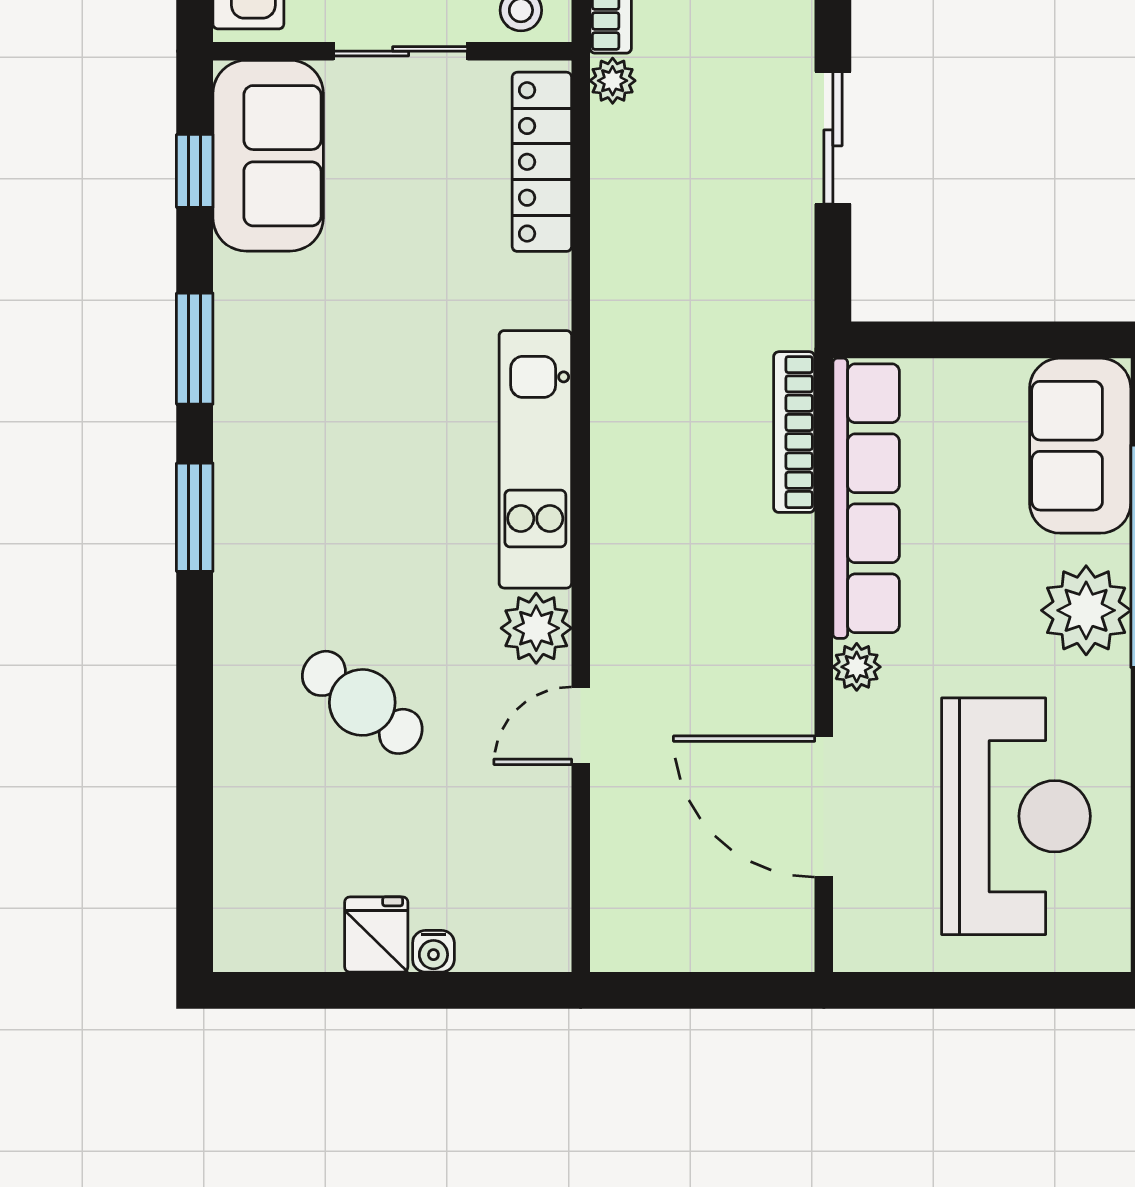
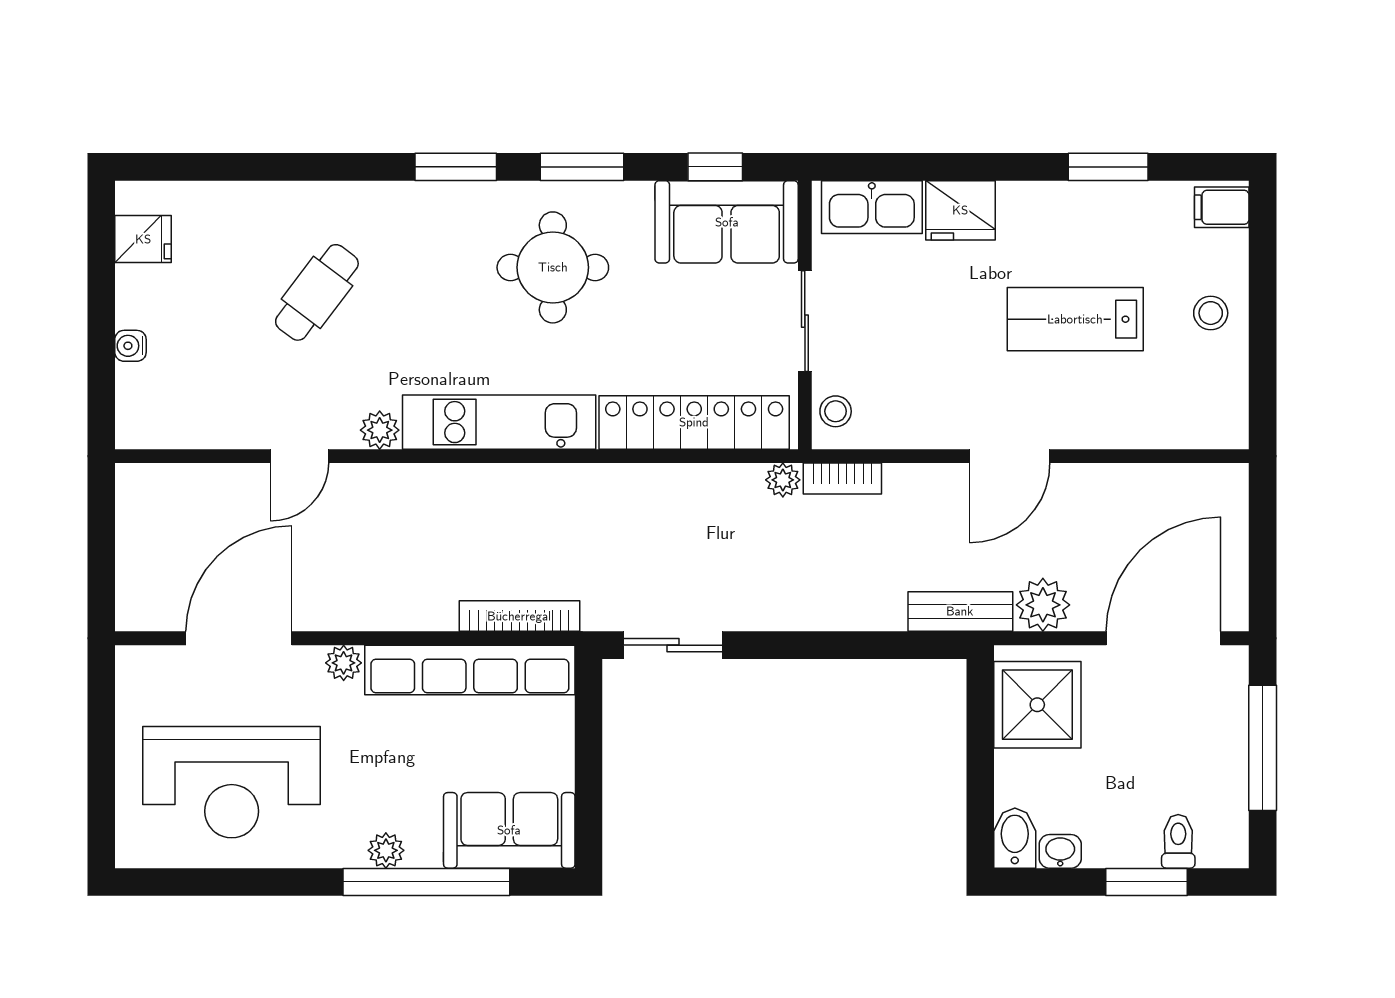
sliding door: (833, 138) -> (673, 645), moved
locker: (542, 162) -> (694, 422), width x1.41, depth x1.21
round table: (329, 388) -> (553, 267), added
plant: (1086, 610) -> (386, 850), width x0.53, depth x0.53
plant: (536, 628) -> (380, 430), width x0.73, depth x0.73
door: (581, 726) -> (299, 456), swing flipped
fridge: (376, 935) -> (143, 239), moved

